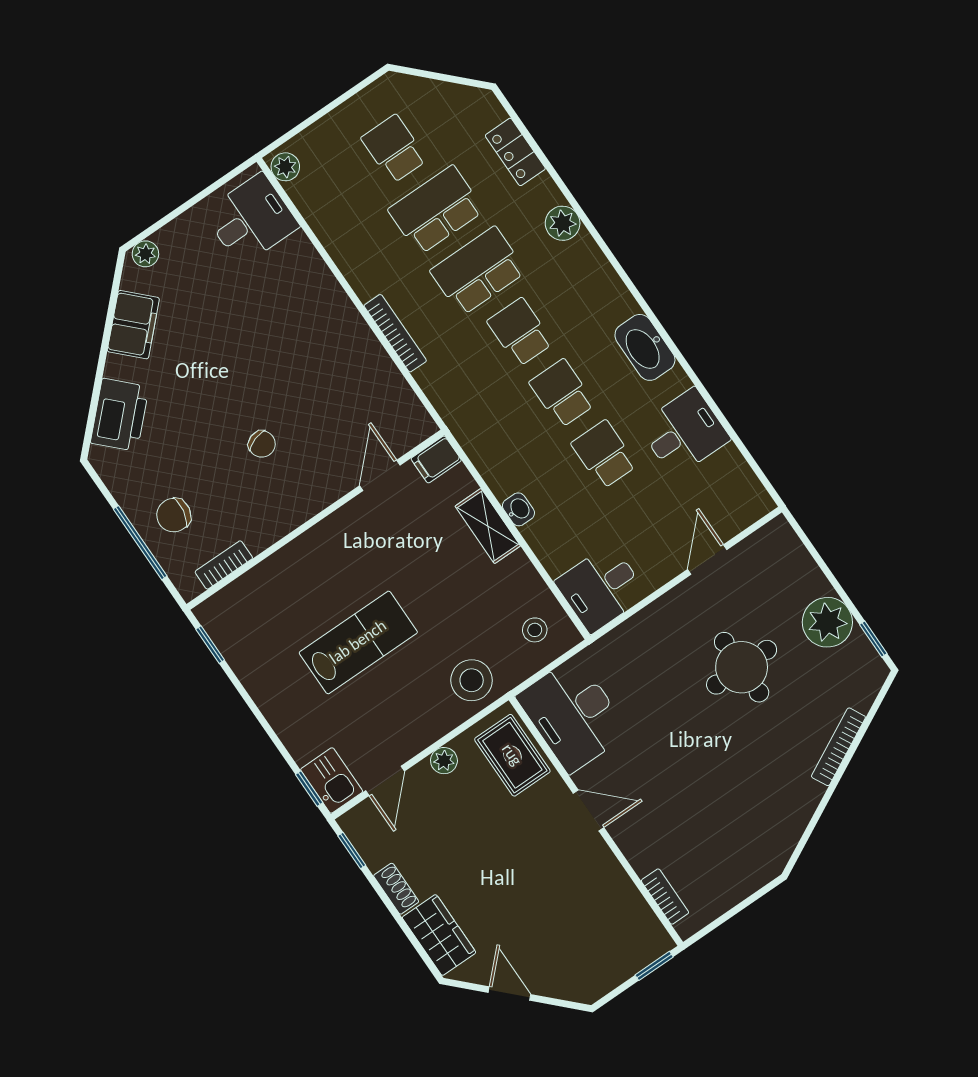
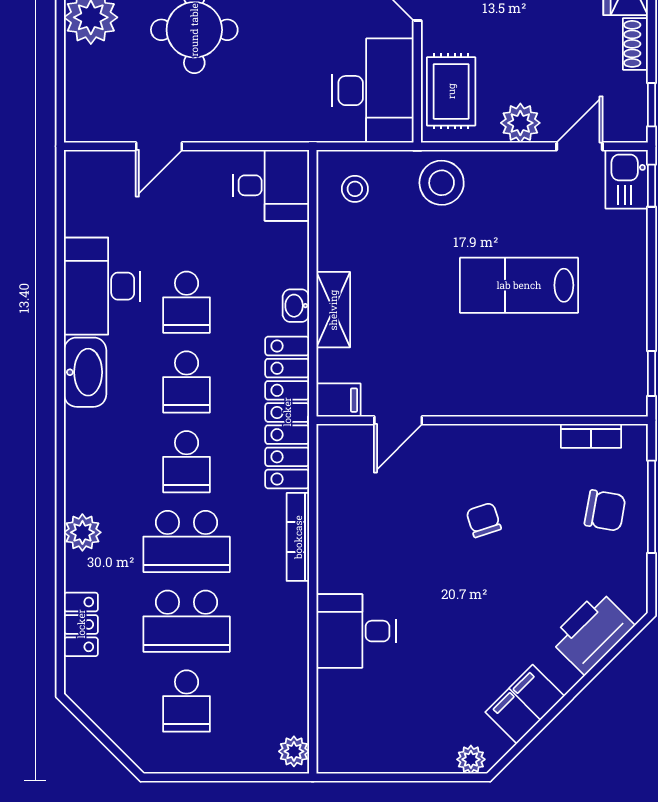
desk: (251, 219) -> (356, 631), moved
locker: (469, 423) -> (287, 412), added
desk: (684, 432) -> (102, 286), width x1.37
plant: (444, 761) -> (520, 123), width x1.38, depth x1.38

